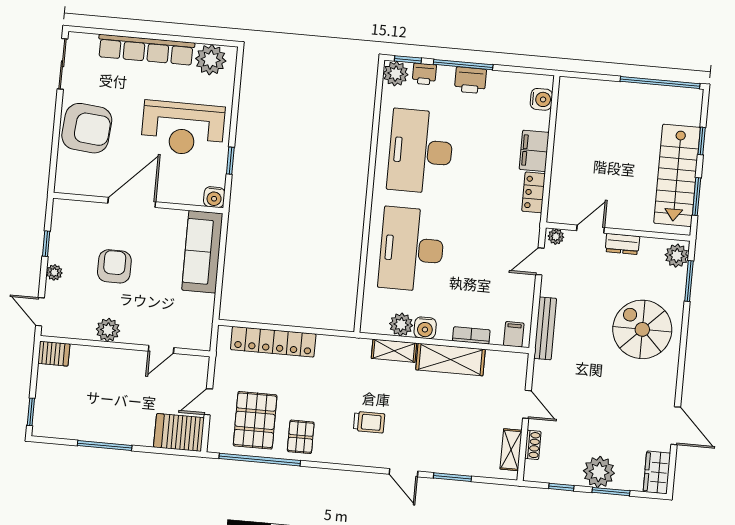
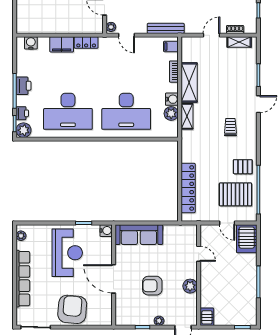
plant: (211, 60) -> (21, 236), width x0.53, depth x0.53

